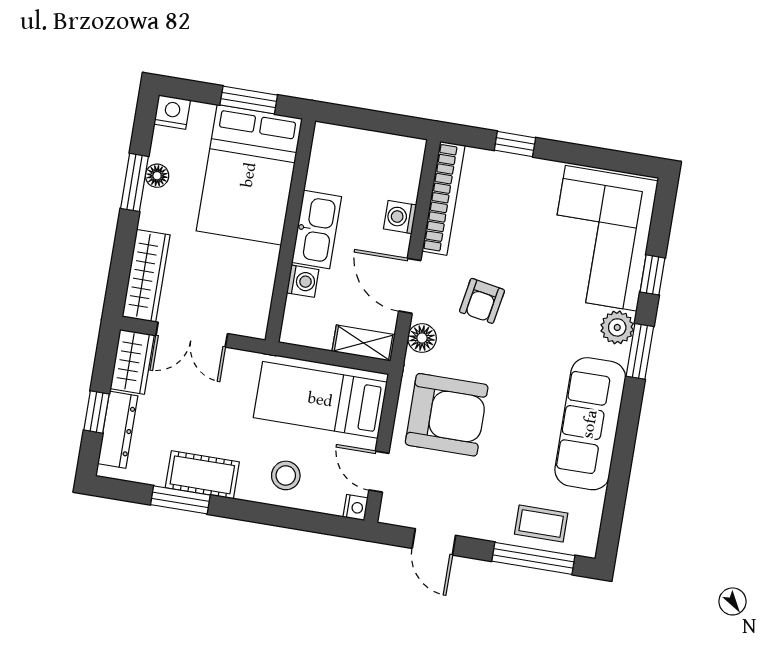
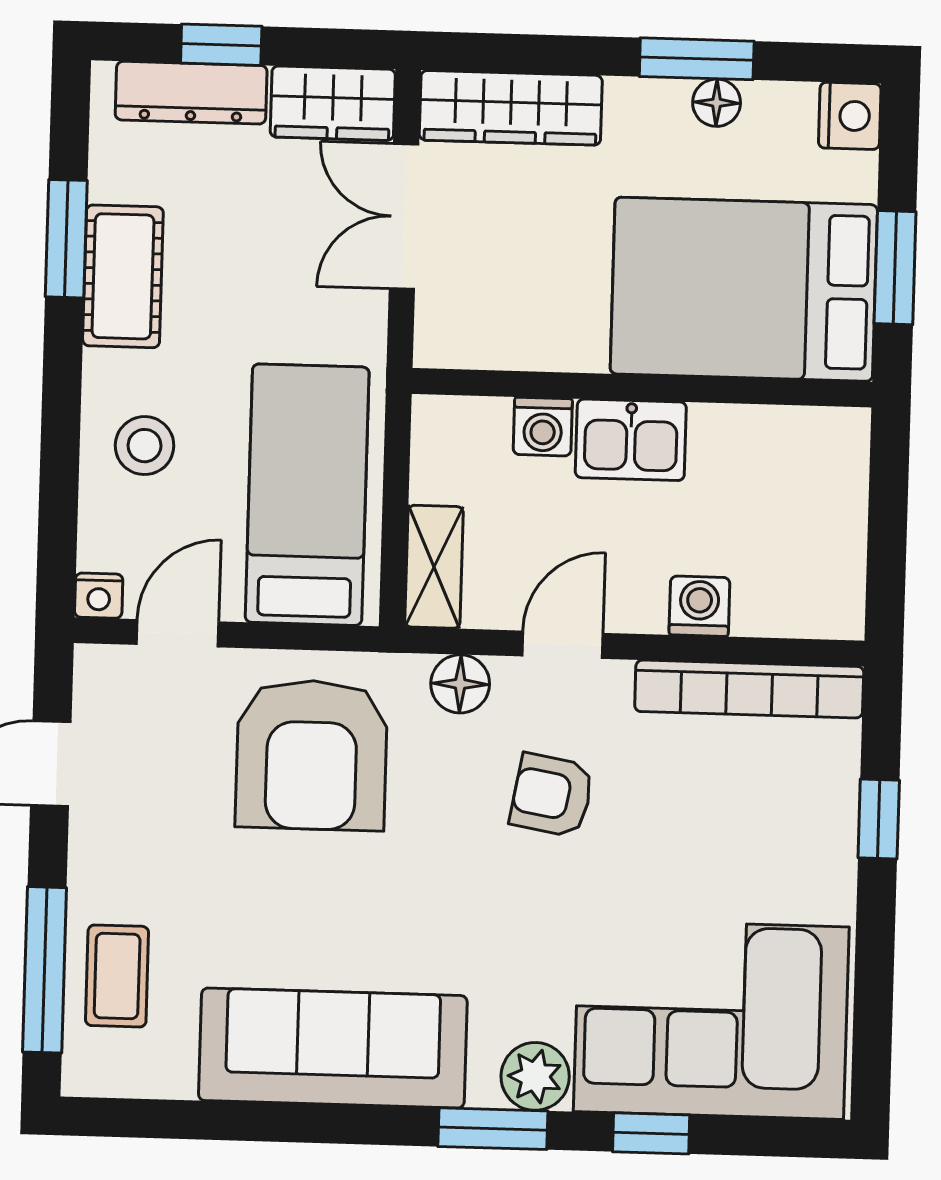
kitchen sink: (317, 229) -> (631, 440), width x0.73
door: (410, 286) -> (563, 645), width x0.73

